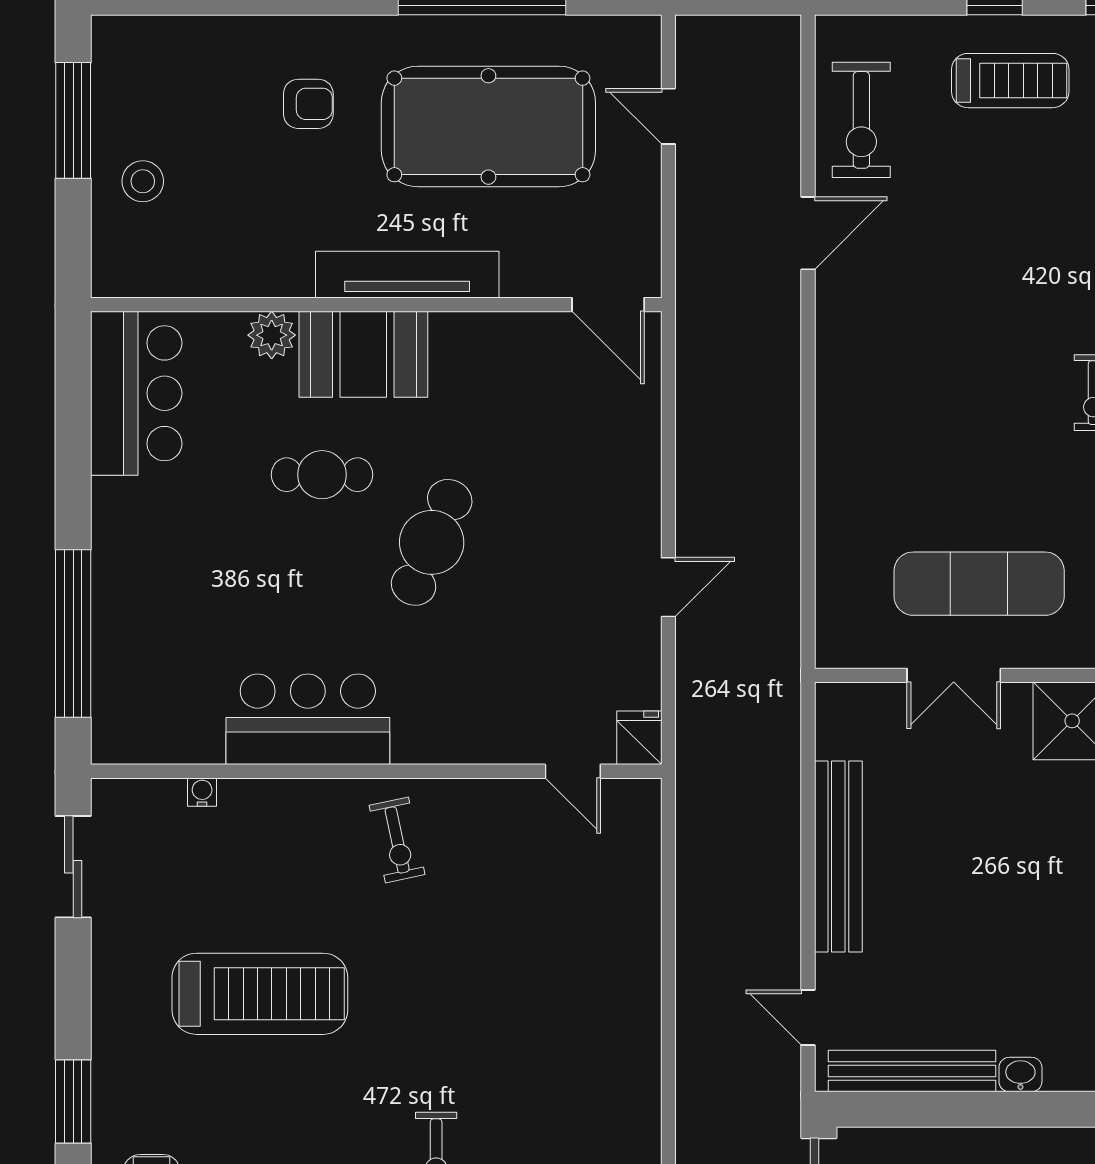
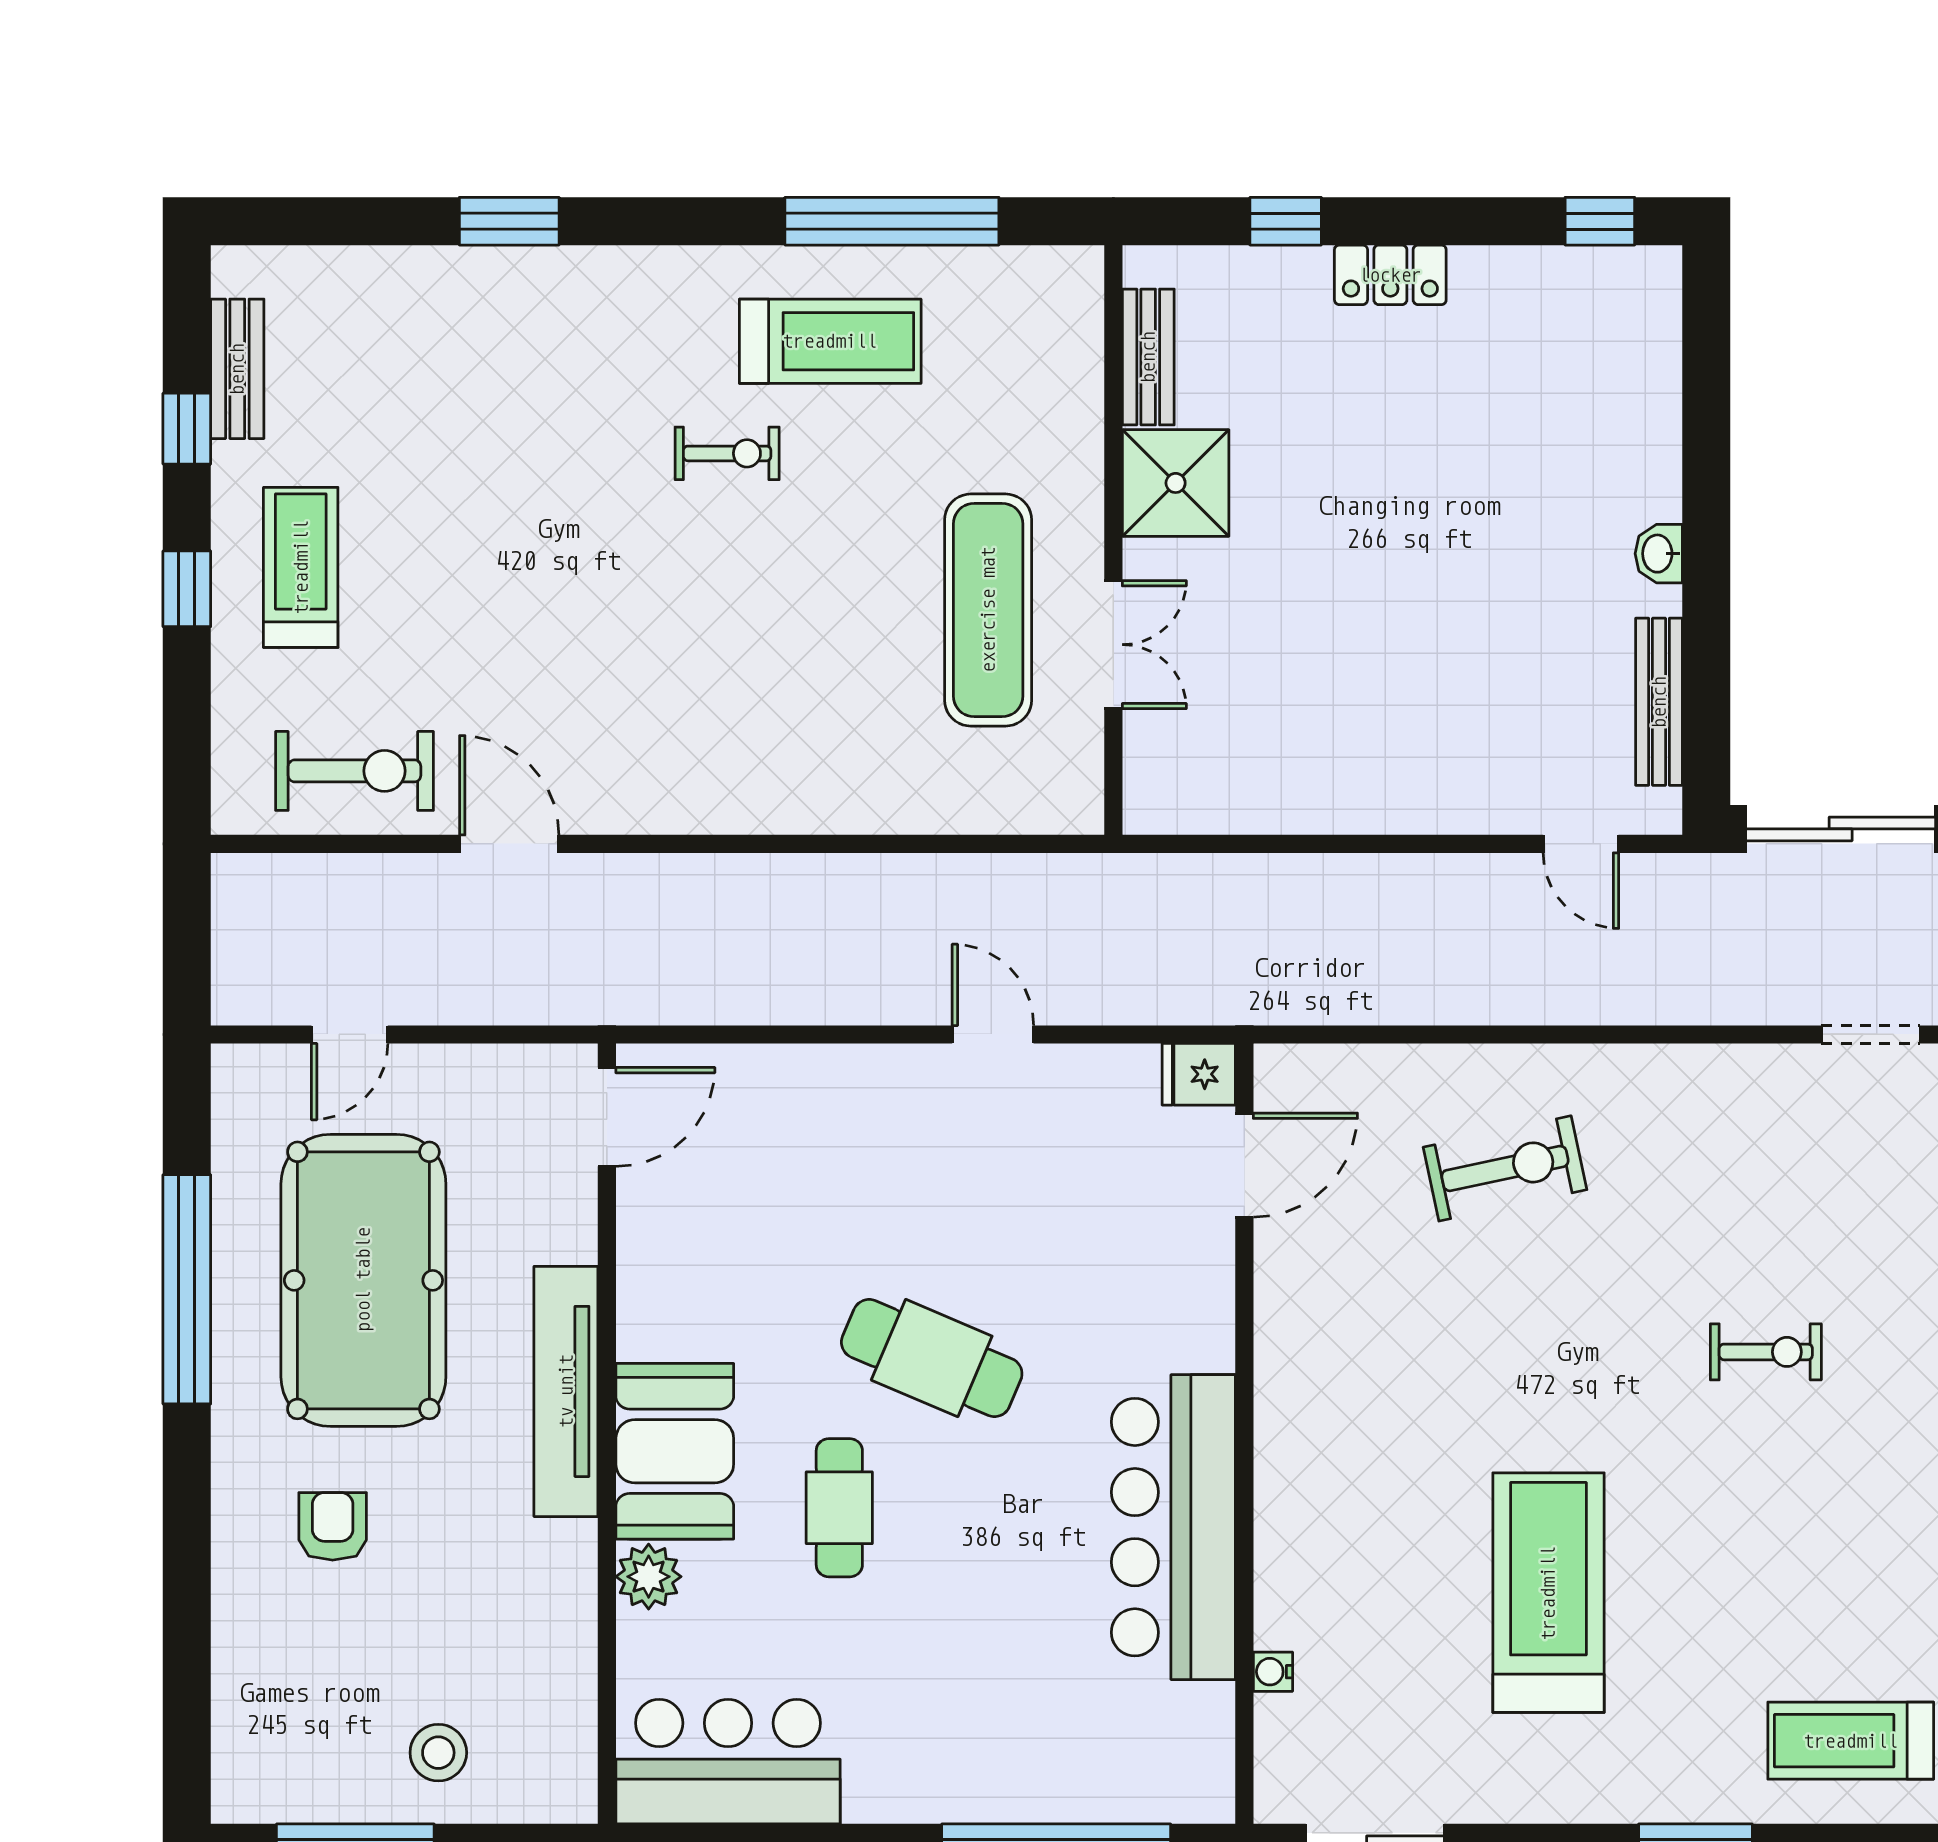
bar counter: (308, 719) -> (1173, 1527), width x1.36
door: (573, 771) -> (1244, 1165), width x1.38
exercise bike: (397, 840) -> (1505, 1168), moved, width x1.38, depth x1.39
bench: (838, 857) -> (1361, 802), removed
door: (808, 1018) -> (1581, 844), hinge flipped
bench: (912, 1071) -> (1659, 702), width x0.73, depth x0.82

